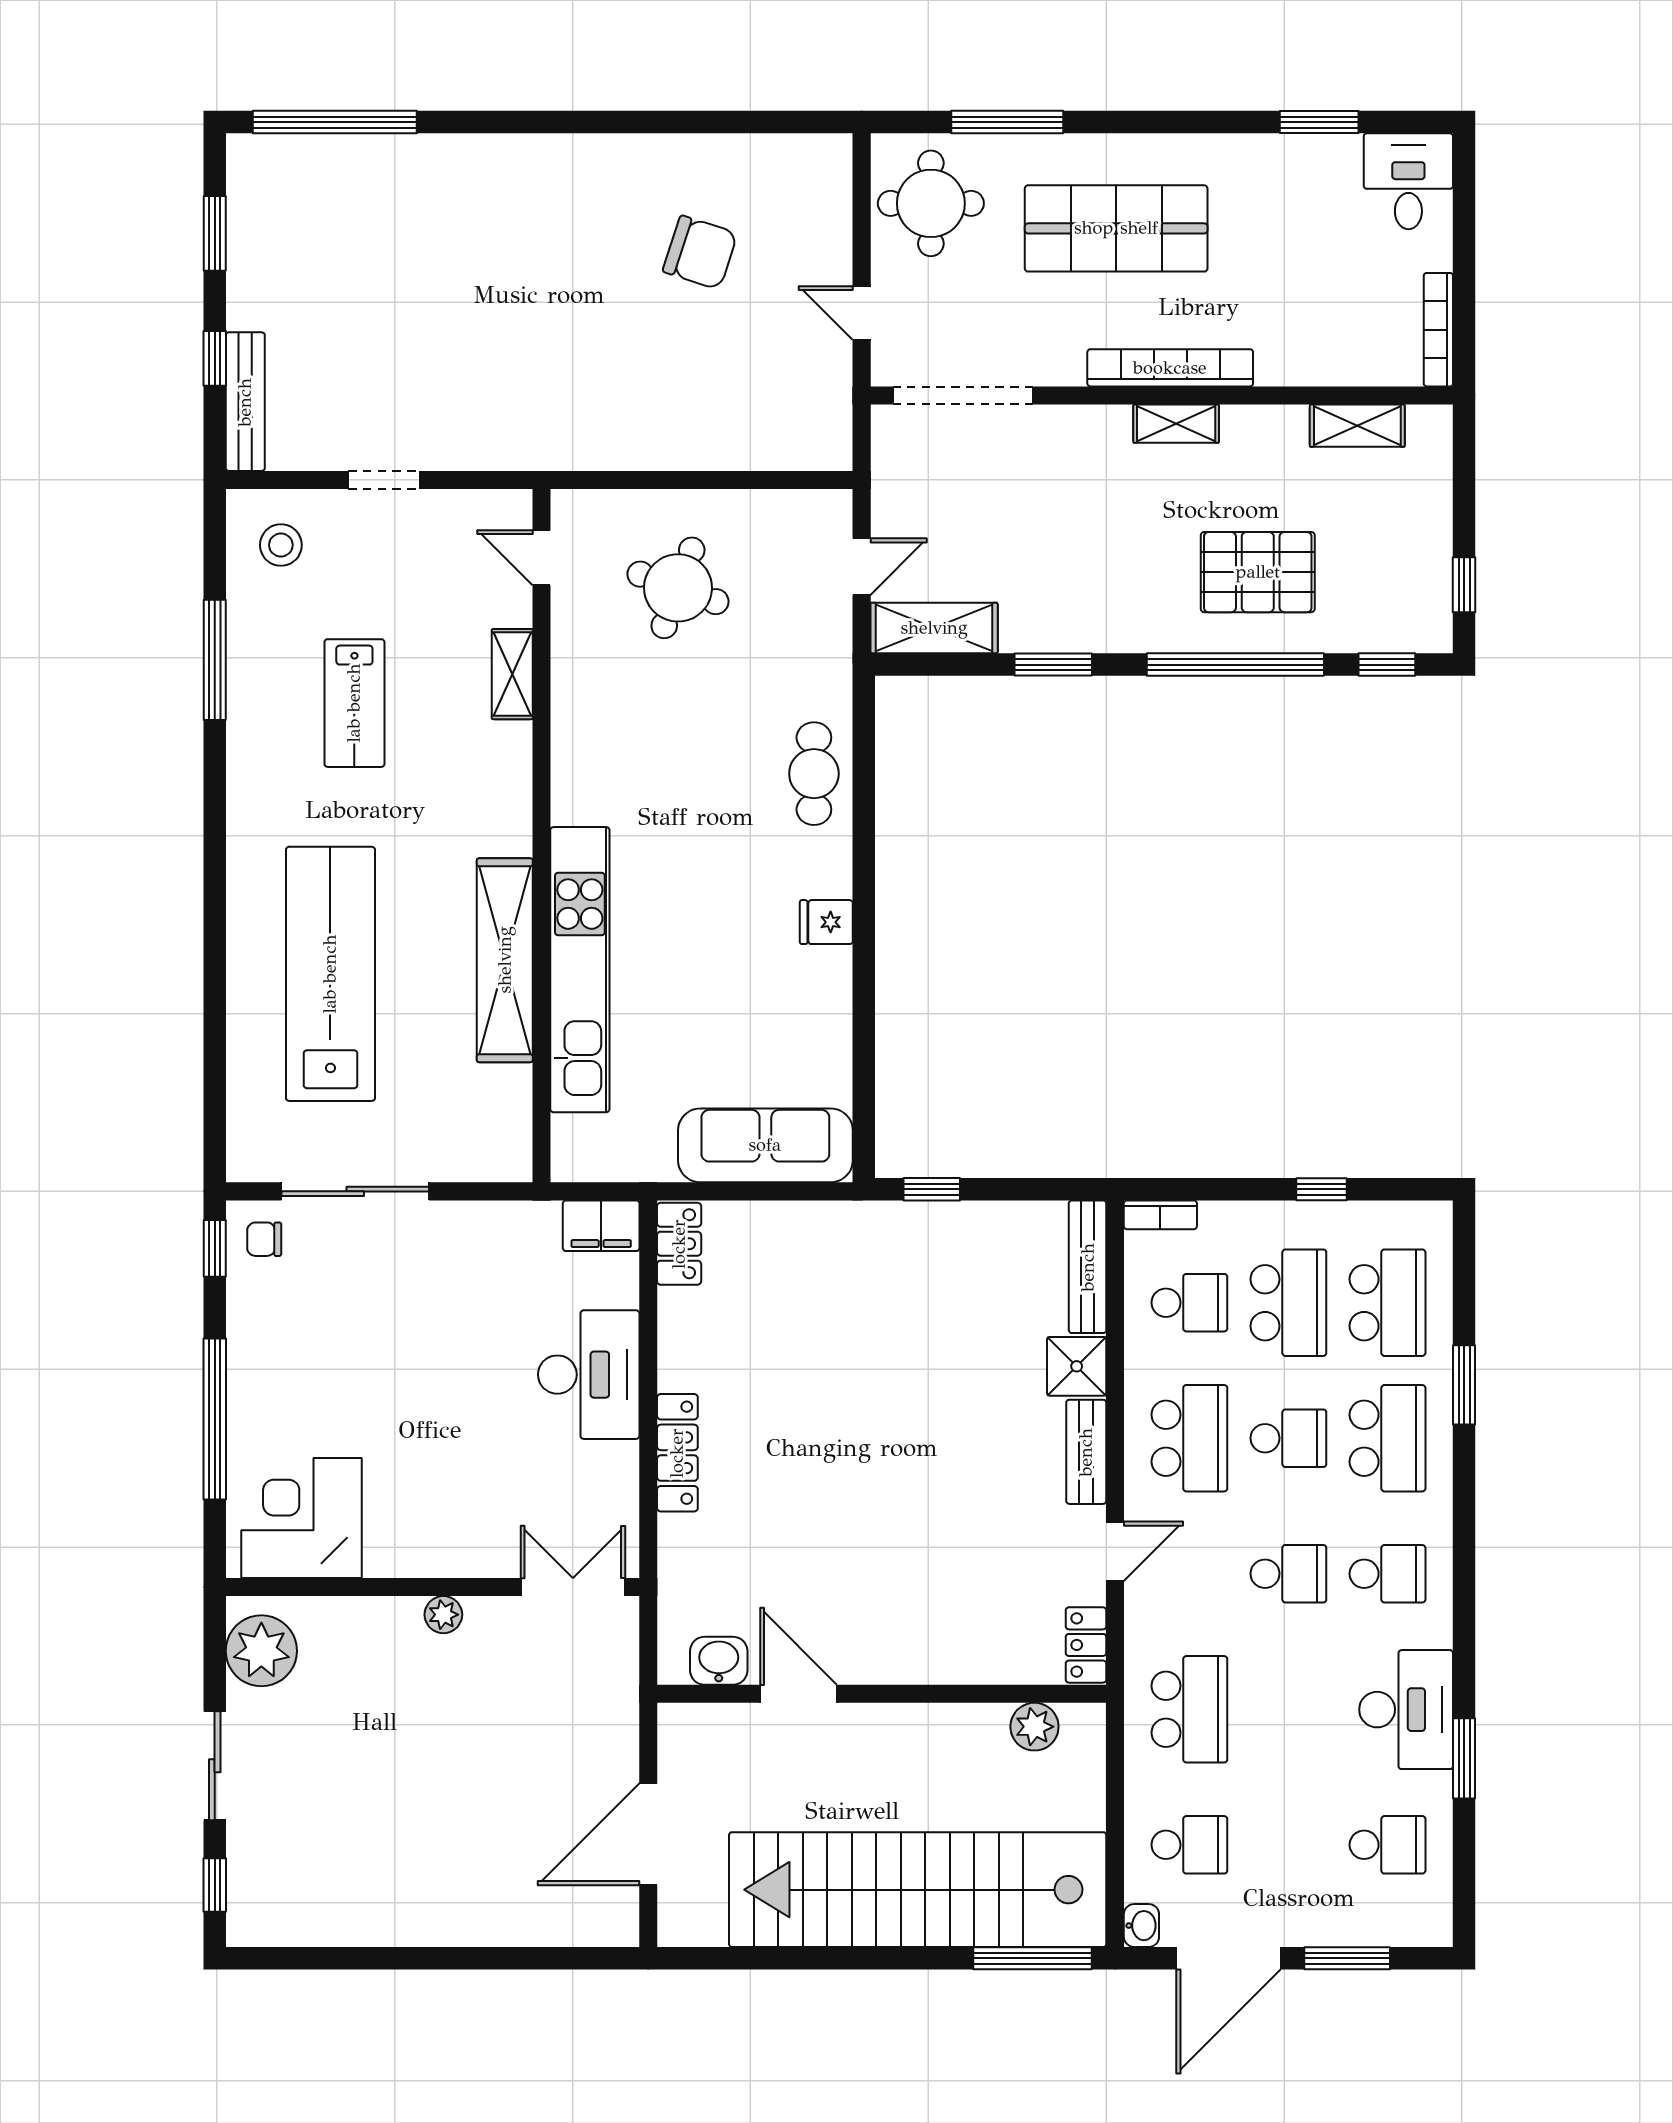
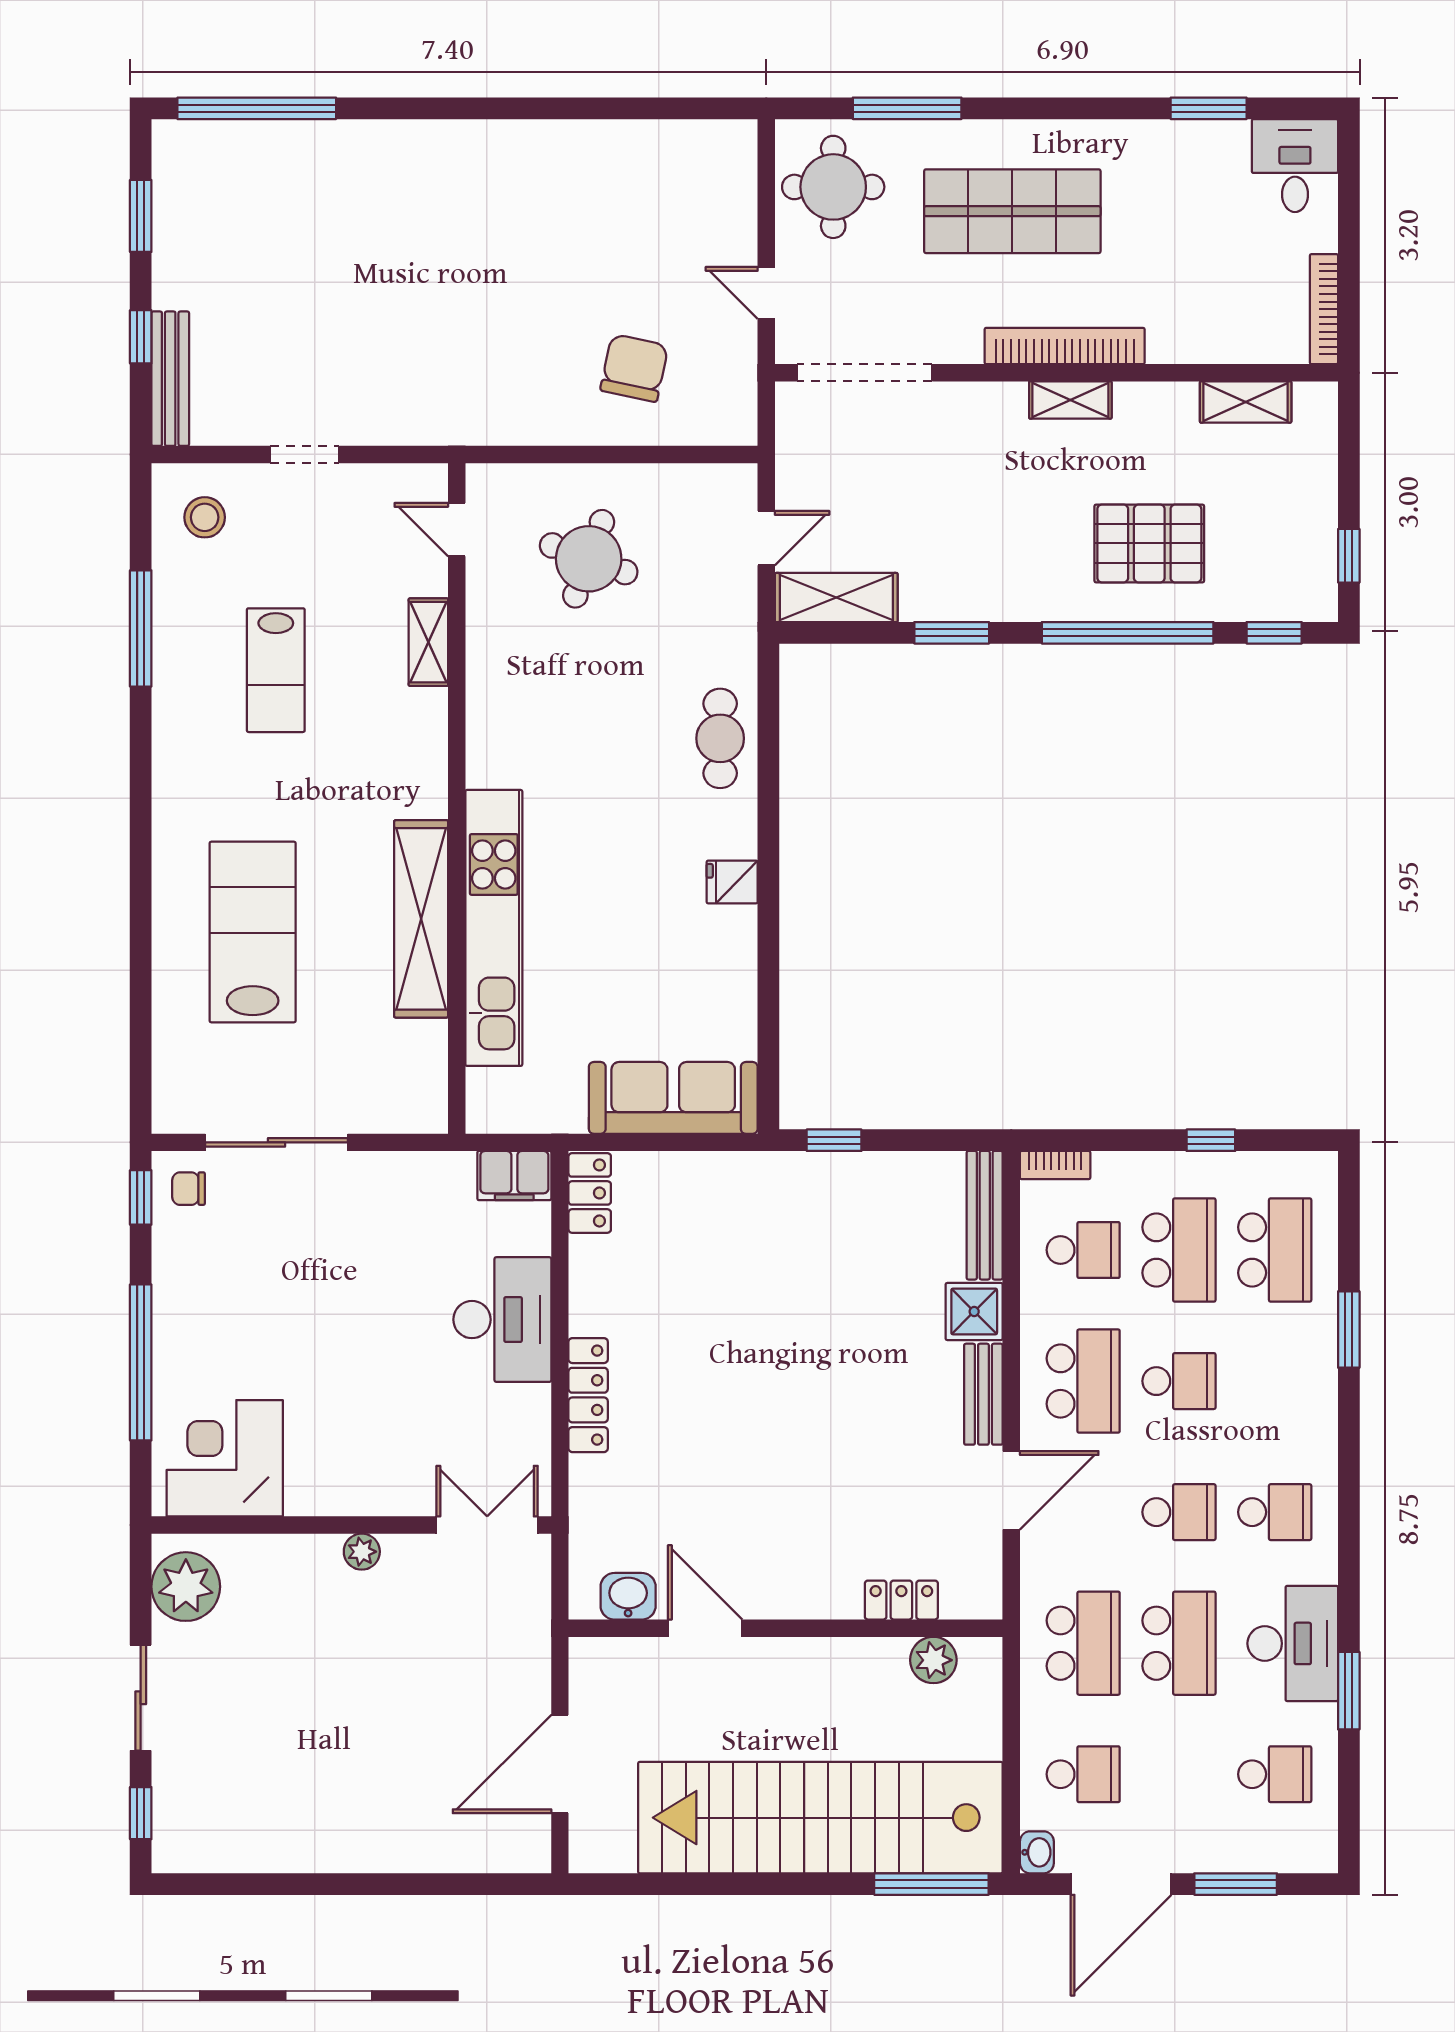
chair: (700, 252) -> (634, 368), moved, turned -96
lab bench: (330, 974) -> (253, 932), width x0.73
school desk: (1388, 1438) -> (1179, 1643), moved
door: (1115, 1551) -> (1011, 1490), width x1.38
locker: (1086, 1645) -> (901, 1600), moved, turned 90

